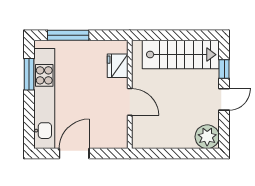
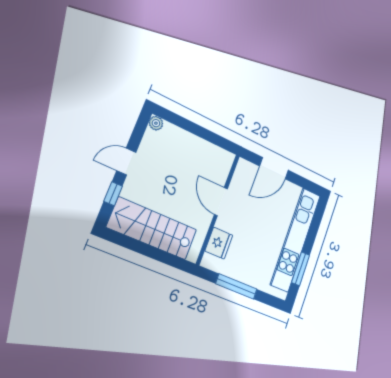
window: (68, 35) -> (236, 286), moved
plant: (207, 137) -> (156, 123), width x0.53, depth x0.53
door: (74, 154) -> (274, 168), moved

